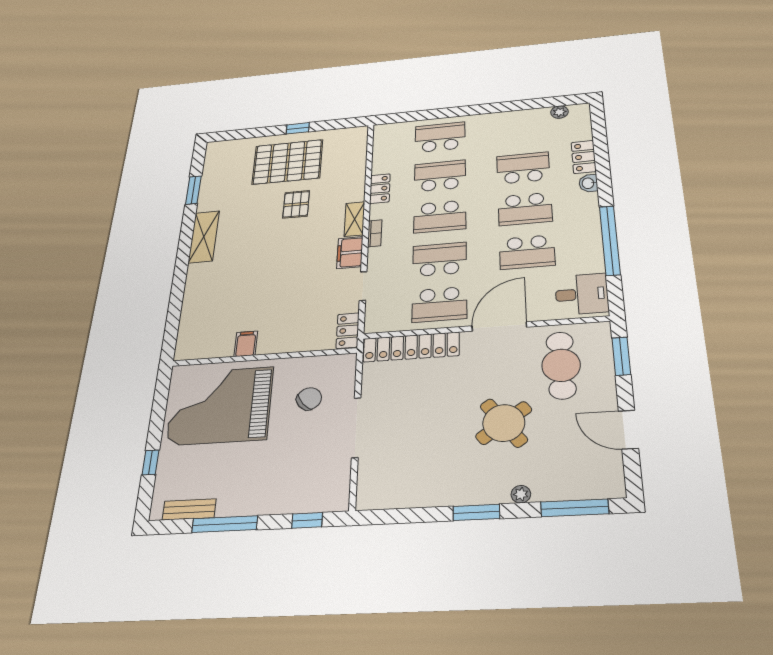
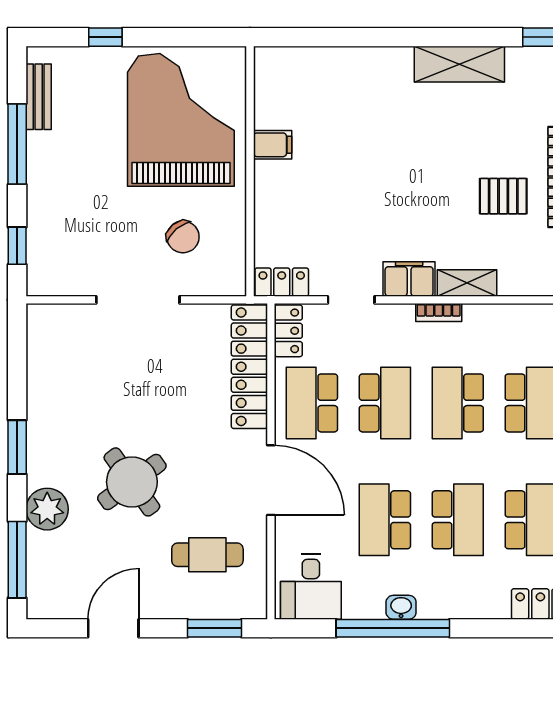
washbasin: (588, 183) -> (401, 607), moved
locker: (380, 189) -> (288, 331), moved, turned -90
school desk: (525, 209) -> (458, 520), turned 180
cafe table: (561, 365) -> (207, 555), width x0.73, depth x0.74
plant: (521, 494) -> (47, 509), width x1.87, depth x1.87

